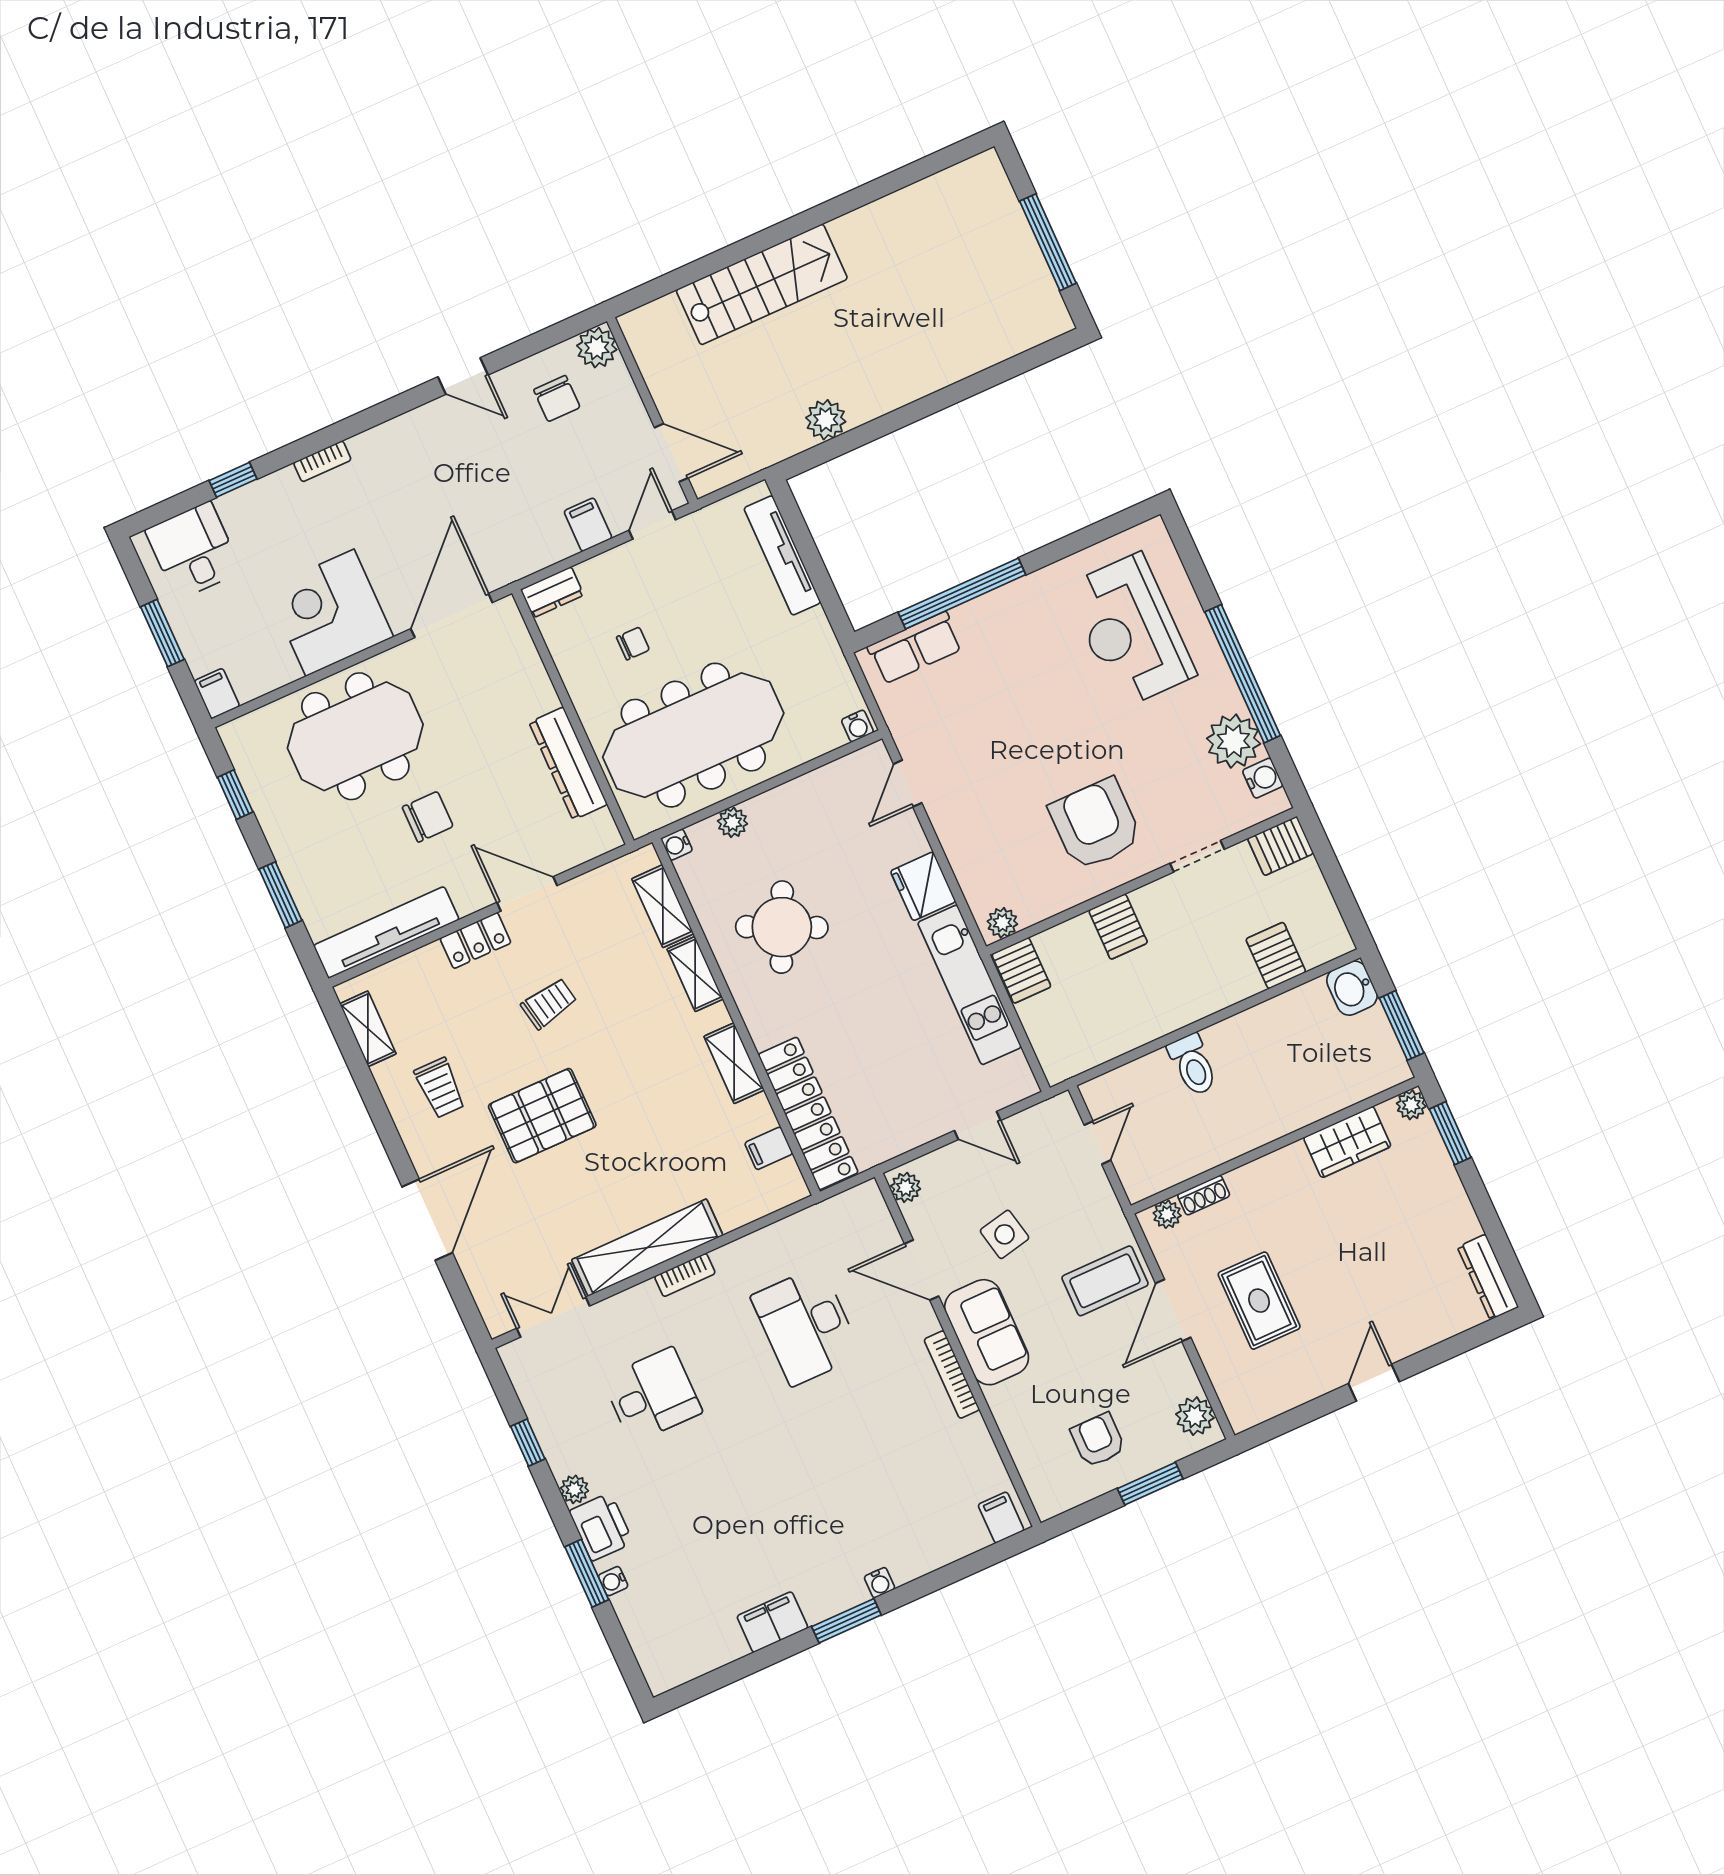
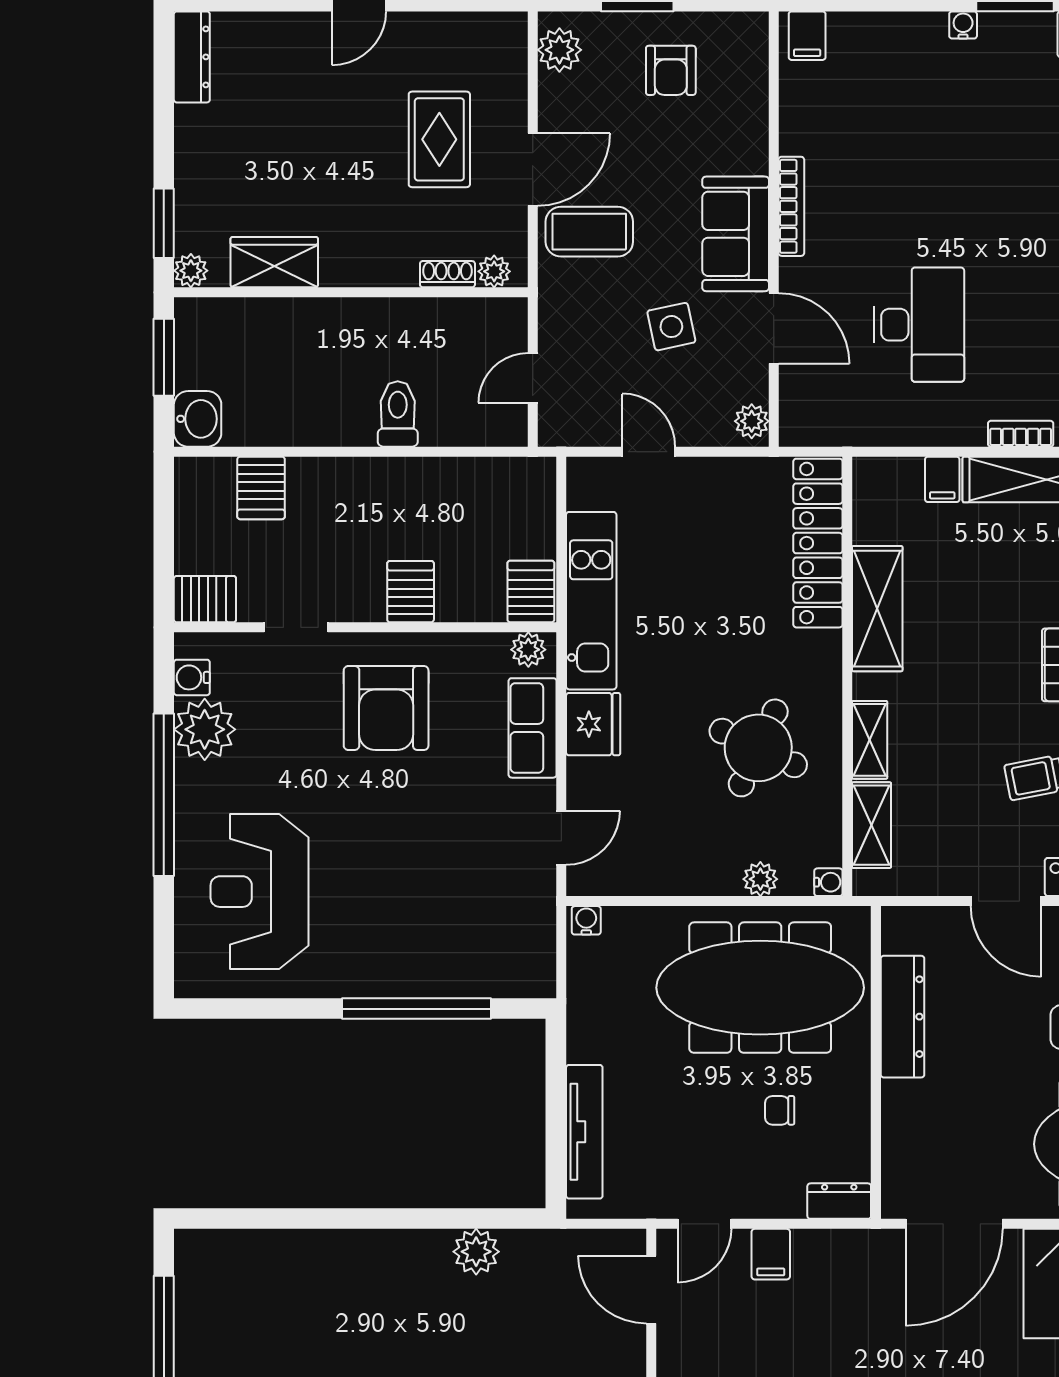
reception desk: (1131, 631) -> (260, 892), turned 180
row of seats: (915, 648) -> (533, 728), moved, turned -90
shelving: (734, 1063) -> (877, 609), width x1.50, depth x1.33
filing cabinet: (769, 1148) -> (942, 479), moved, turned 90

